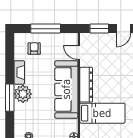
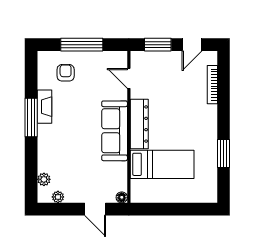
sofa: (66, 89) -> (115, 131), width x0.74, depth x0.79
plant: (23, 94) -> (44, 179), moved, width x0.53, depth x0.53
window: (10, 98) -> (31, 117), moved

